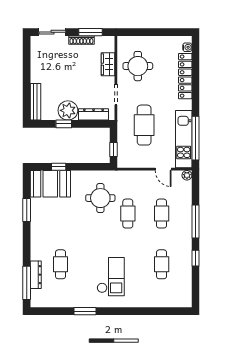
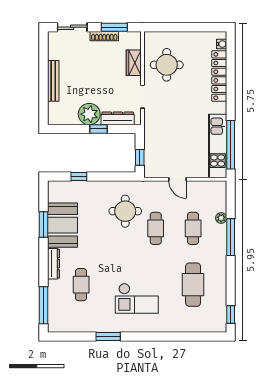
bench: (35, 102) -> (53, 81), moved
window: (64, 124) -> (98, 129), moved
cafe table: (144, 125) -> (174, 130), removed
door: (163, 169) -> (178, 179), moved
plant: (187, 175) -> (221, 218), moved
booth: (50, 184) -> (62, 225), moved, turned 90
window: (195, 258) -> (231, 314), moved
cafe table: (162, 264) -> (193, 285), width x1.37, depth x1.35
dresser: (36, 275) -> (54, 264), moved
checkout: (111, 277) -> (137, 298), turned 90

